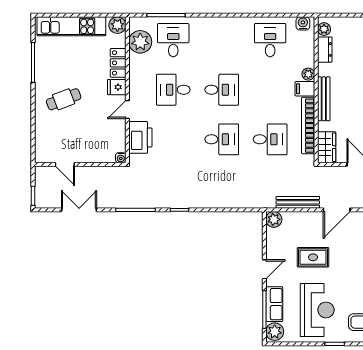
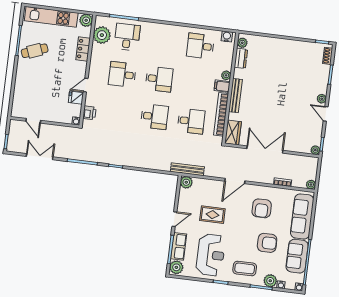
desk: (270, 40) -> (200, 46), turned -90
fridge: (117, 87) -> (76, 98), moved
cafe table: (64, 99) -> (35, 51), moved
printer: (140, 137) -> (89, 113), width x0.53, depth x0.68
bench: (298, 202) -> (187, 169), moved

